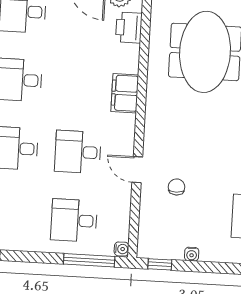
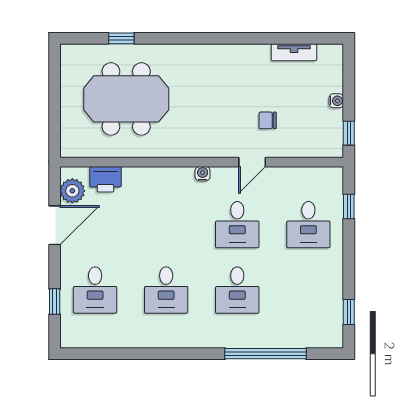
filing cabinet: (125, 93) -> (174, 180), removed
water cooler: (121, 249) -> (203, 174), moved
window: (89, 260) -> (349, 206), width x0.46

